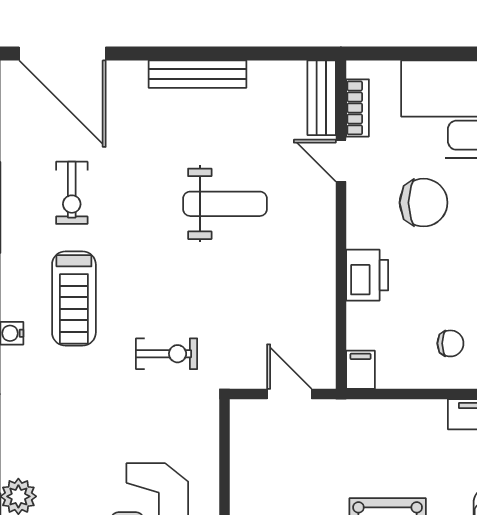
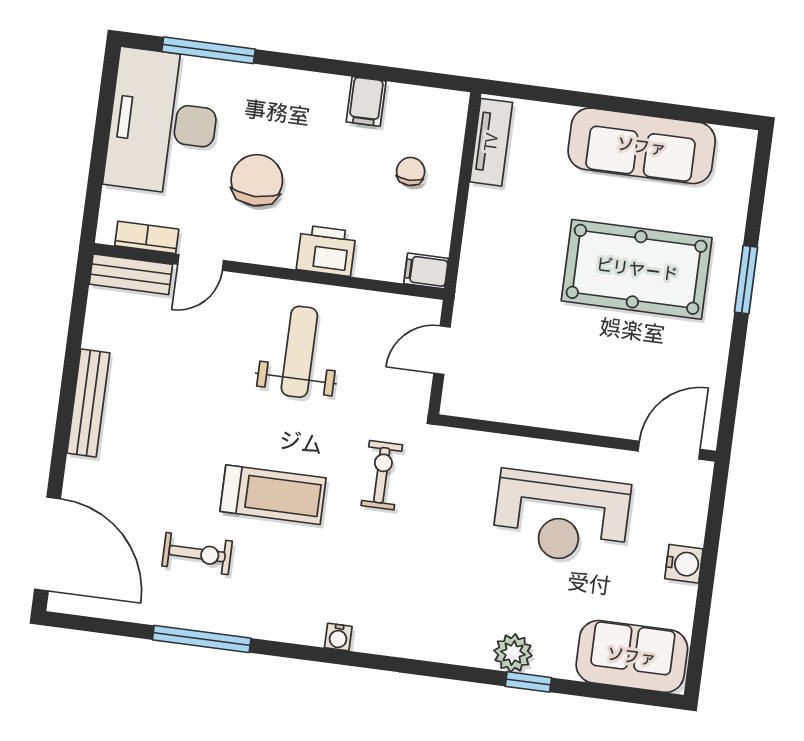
door: (62, 54) -> (48, 544), hinge flipped
weight bench: (225, 204) -> (299, 352), moved
treadmill: (74, 298) -> (273, 495), moved

